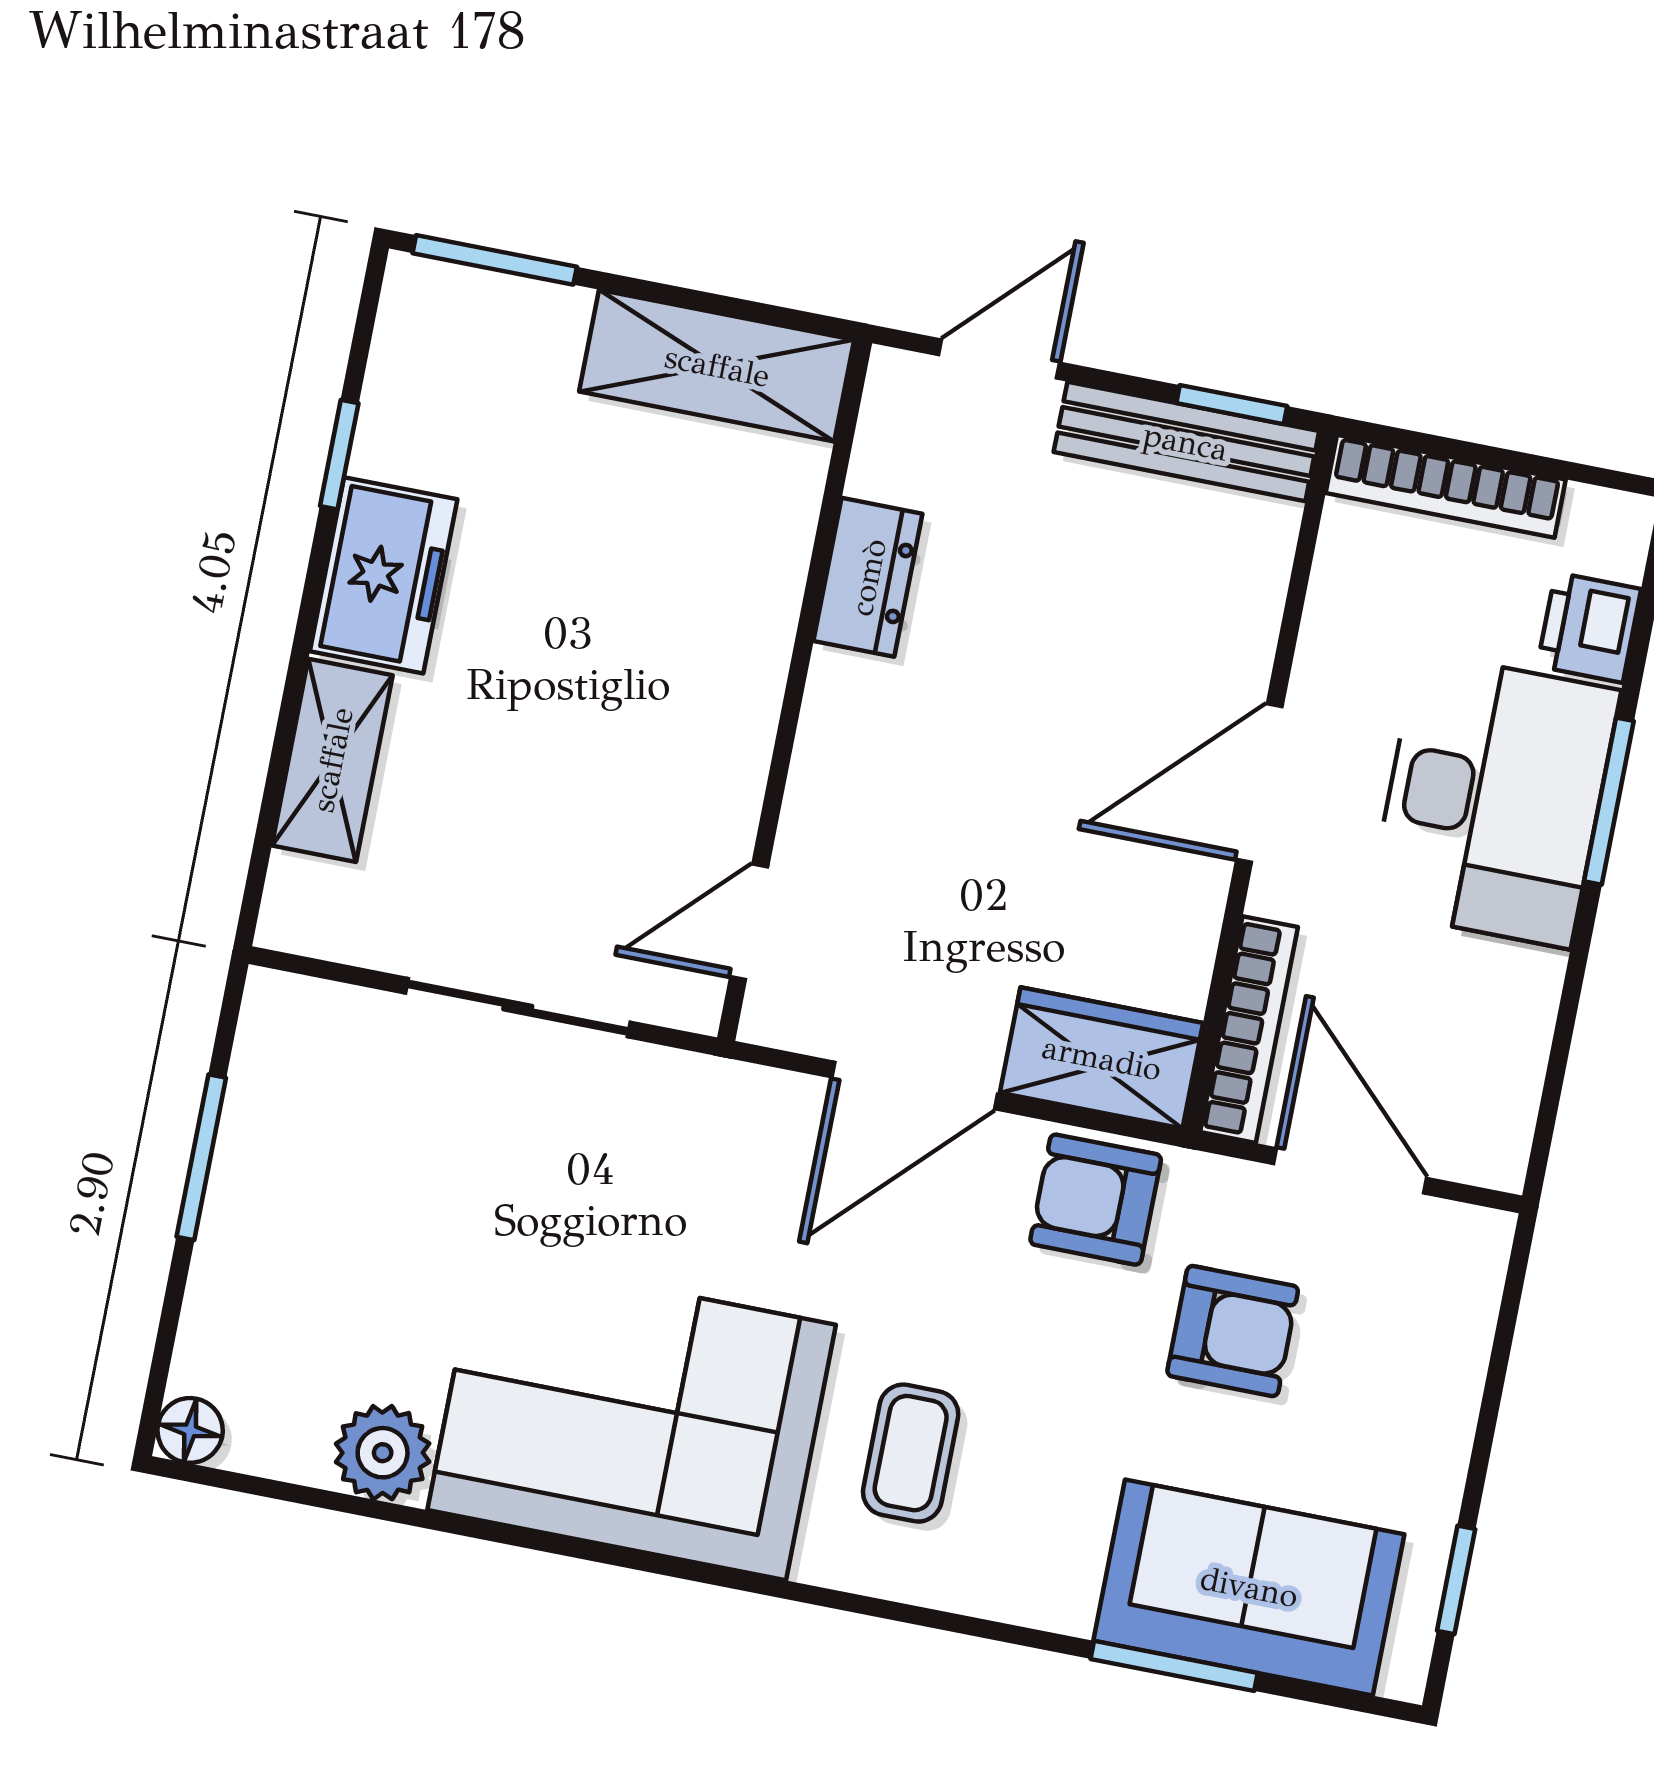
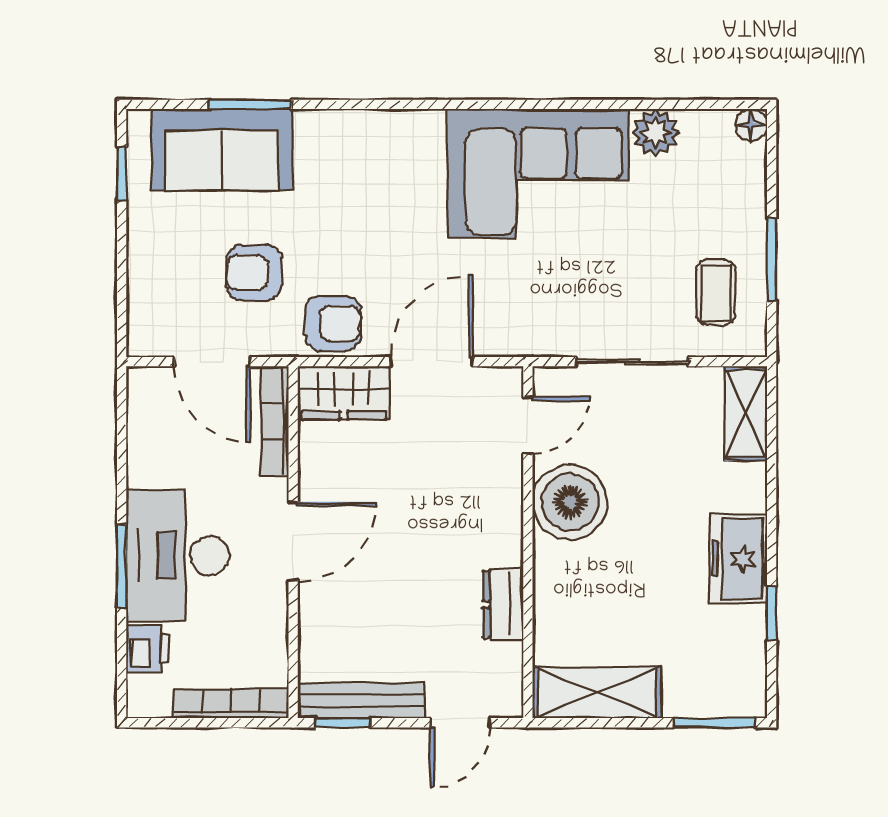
boiler: (696, 754) -> (570, 502), added
shelving: (332, 760) -> (746, 413), moved
coffee table: (911, 1453) -> (716, 292), moved

